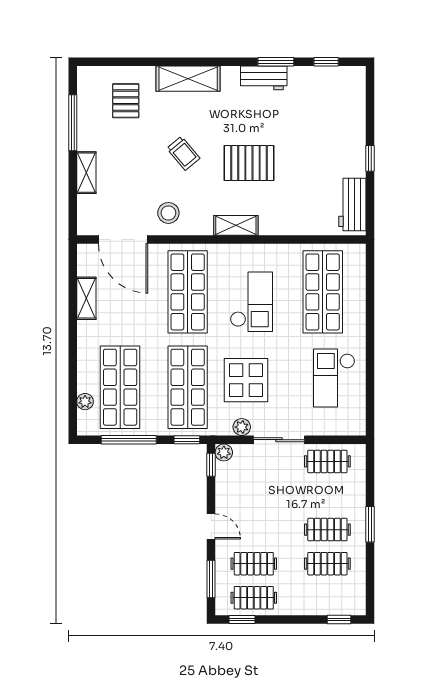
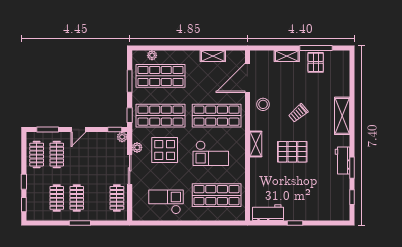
pallet: (126, 101) -> (316, 62), moved, turned 90
pallet: (249, 163) -> (292, 152), turned 90
window: (129, 440) -> (130, 81), width x0.69
window: (242, 619) -> (24, 182), moved

